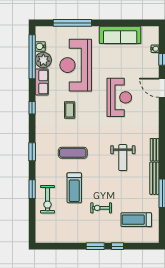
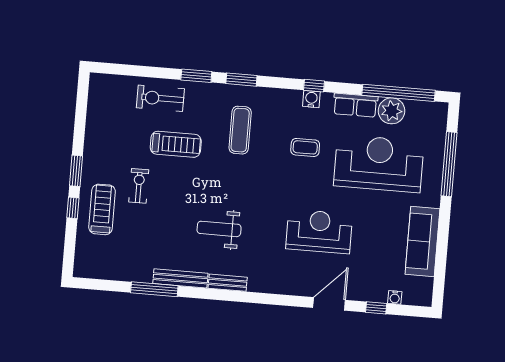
water cooler: (40, 46) -> (311, 99), moved
reception desk: (119, 97) -> (319, 231), turned 180
exercise mat: (73, 153) -> (240, 130), moved
treadmill: (74, 188) -> (176, 144), turned 180
window: (32, 189) -> (196, 76), moved
treadmill: (136, 220) -> (102, 209), moved

